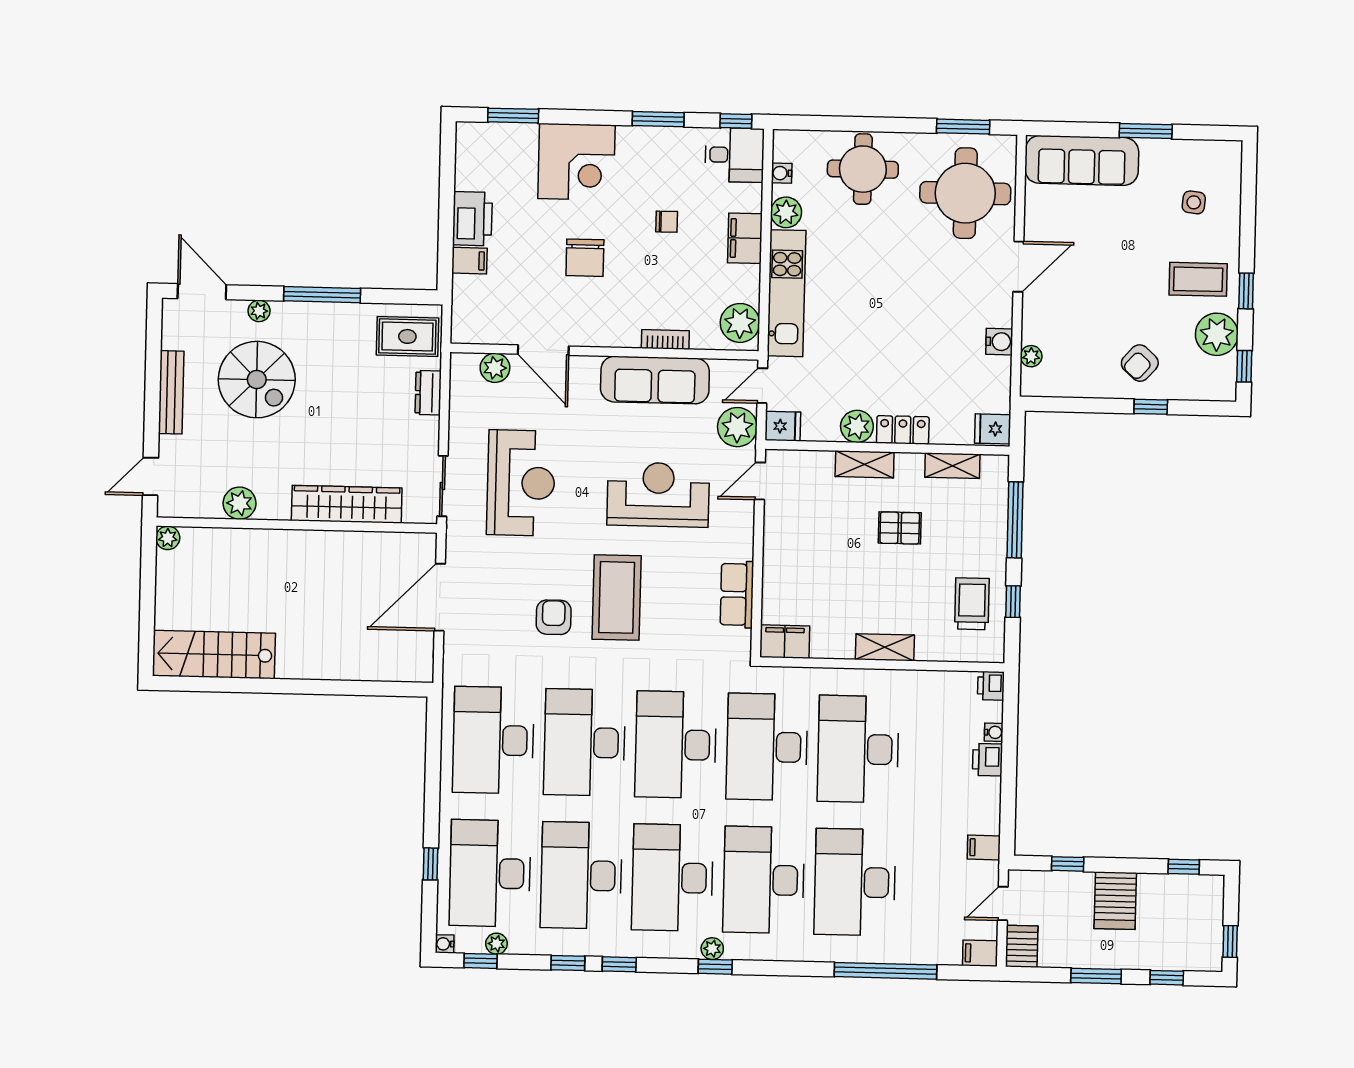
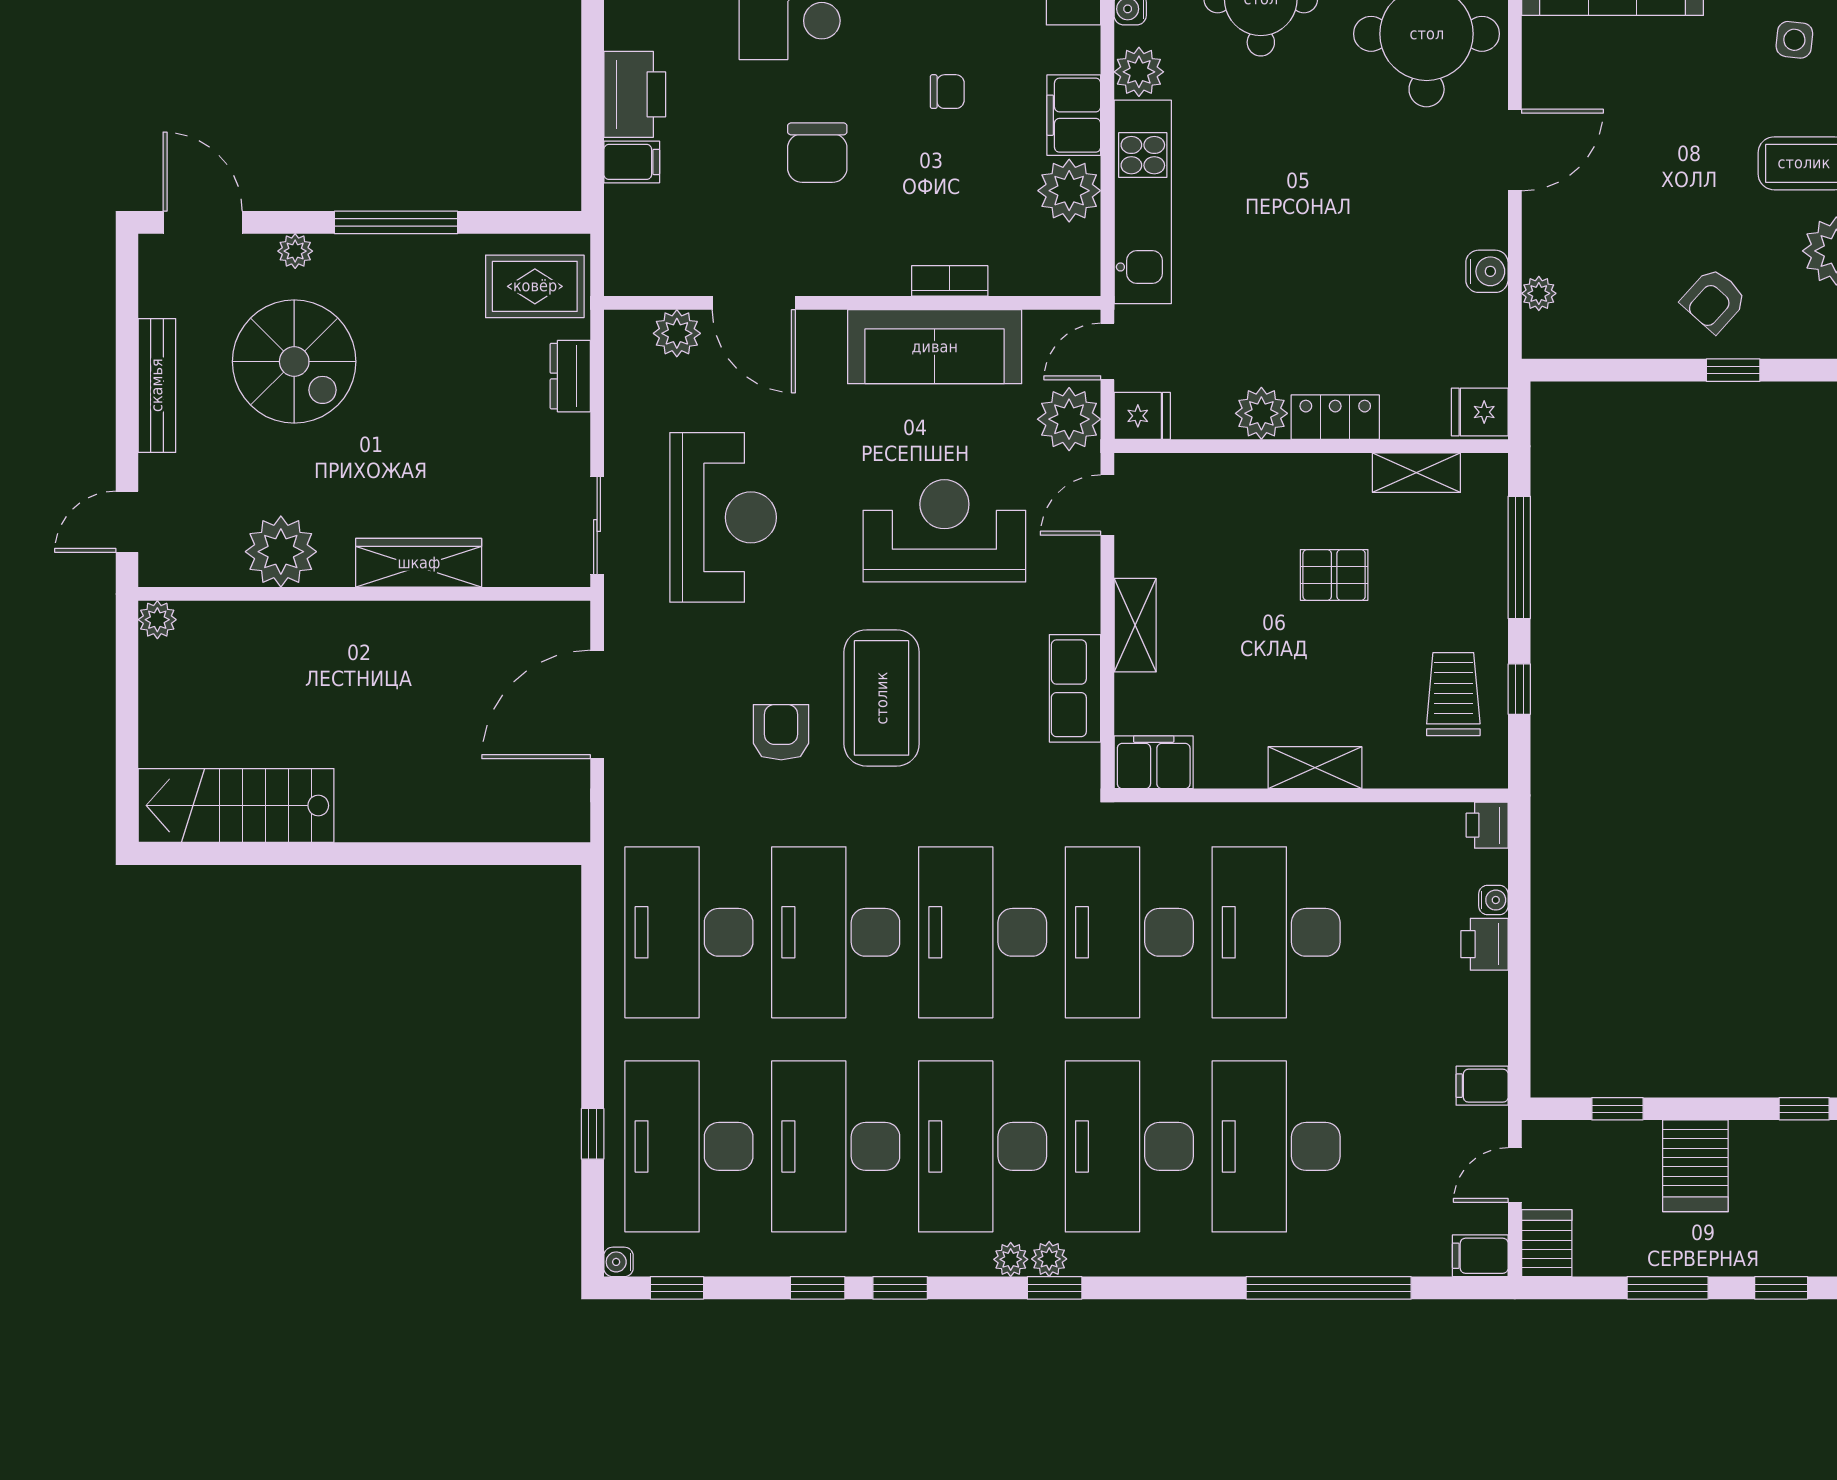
plant: (740, 323) -> (1069, 191), moved
shelving: (865, 464) -> (1135, 625), moved, turned 90
plant: (240, 503) -> (281, 552), width x1.36, depth x1.36
wardrobe: (347, 504) -> (419, 563), width x0.71, depth x0.85
plant: (496, 944) -> (1011, 1259), moved

